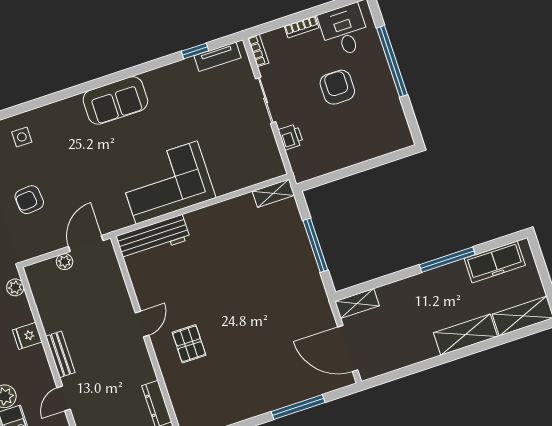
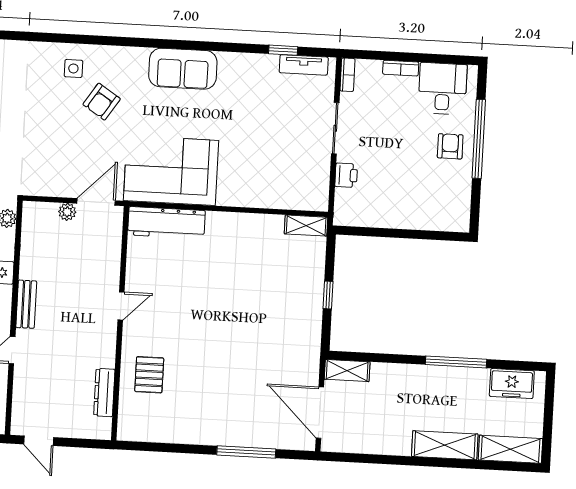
armchair: (337, 87) -> (450, 146), moved, width x0.72, depth x0.72
corner sofa: (167, 182) -> (171, 171), moved
armchair: (29, 200) -> (102, 102), moved, turned -52
window: (315, 245) -> (328, 295), width x0.46
freezer: (495, 262) -> (512, 384), width x0.71
pallet: (189, 344) -> (149, 375), moved

